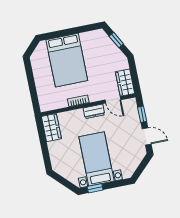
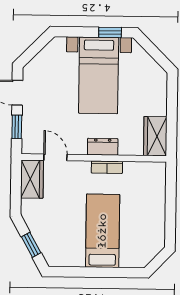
bed: (67, 60) -> (103, 231), width x0.67
dresser: (94, 111) -> (103, 147), moved

